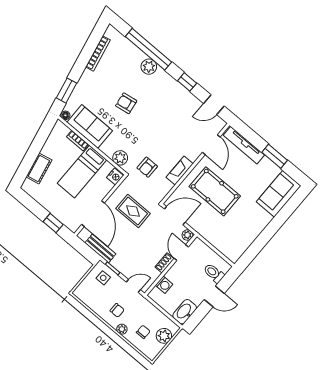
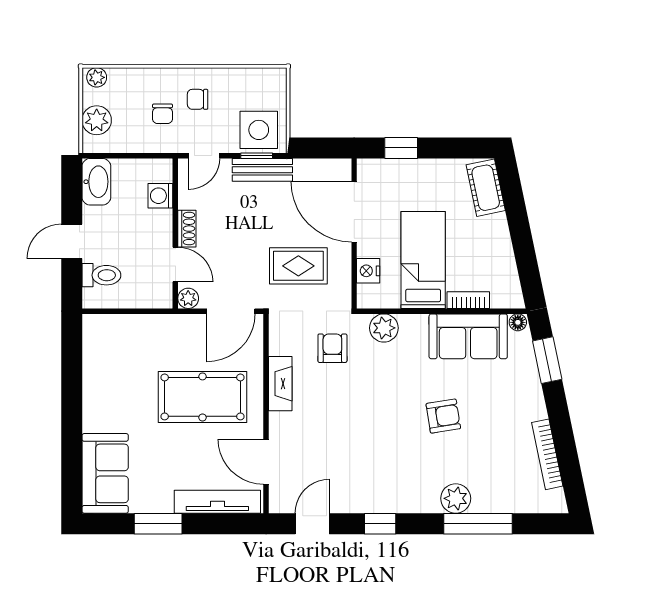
window: (148, 49) -> (478, 524), width x0.68
cot: (39, 168) -> (486, 188), moved
nightstand: (115, 176) -> (368, 271), moved
bench: (100, 248) -> (262, 170), moved
side table: (103, 278) -> (259, 130), width x1.87, depth x1.87
plant: (122, 329) -> (97, 77), moved
chair: (143, 332) -> (162, 114), moved

